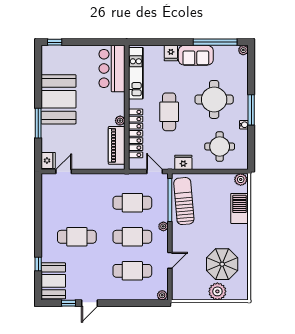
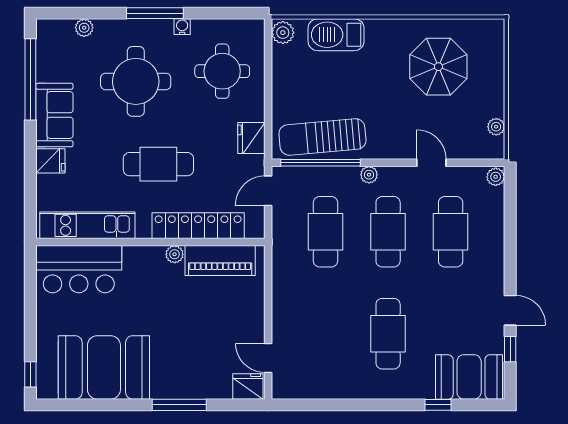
plant: (243, 50) -> (84, 28), moved
booth: (58, 99) -> (104, 367), moved
plant: (217, 291) -> (496, 127), moved, width x0.53, depth x0.53

